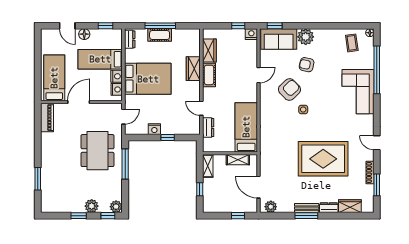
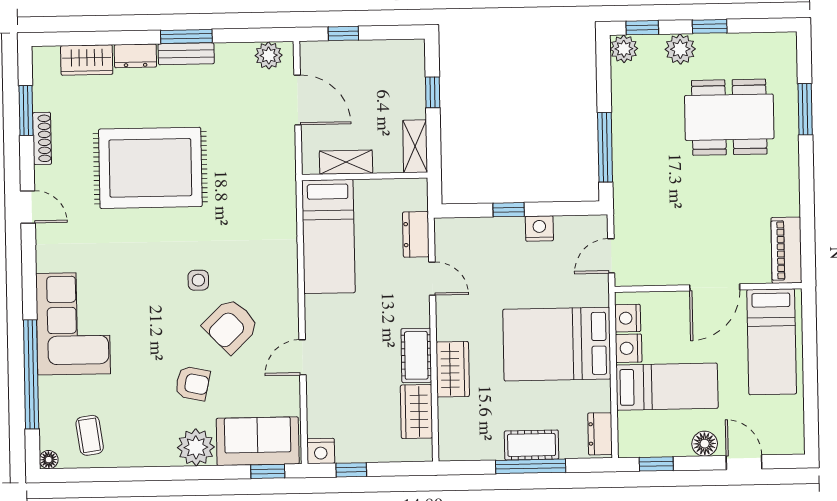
dining table: (98, 151) -> (729, 117), moved, turned 90

